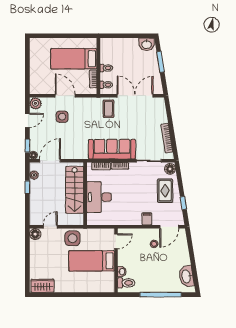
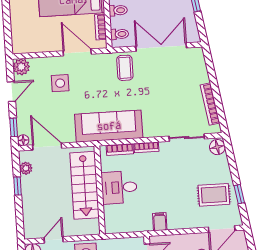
door: (65, 96) -> (77, 52), moved
sofa: (112, 149) -> (109, 126), moved
door: (50, 161) -> (47, 147), hinge flipped
rug: (165, 191) -> (214, 195), moved, turned 90
desk: (99, 197) -> (119, 187), width x0.73
filing cabinet: (147, 219) -> (160, 222), moved

